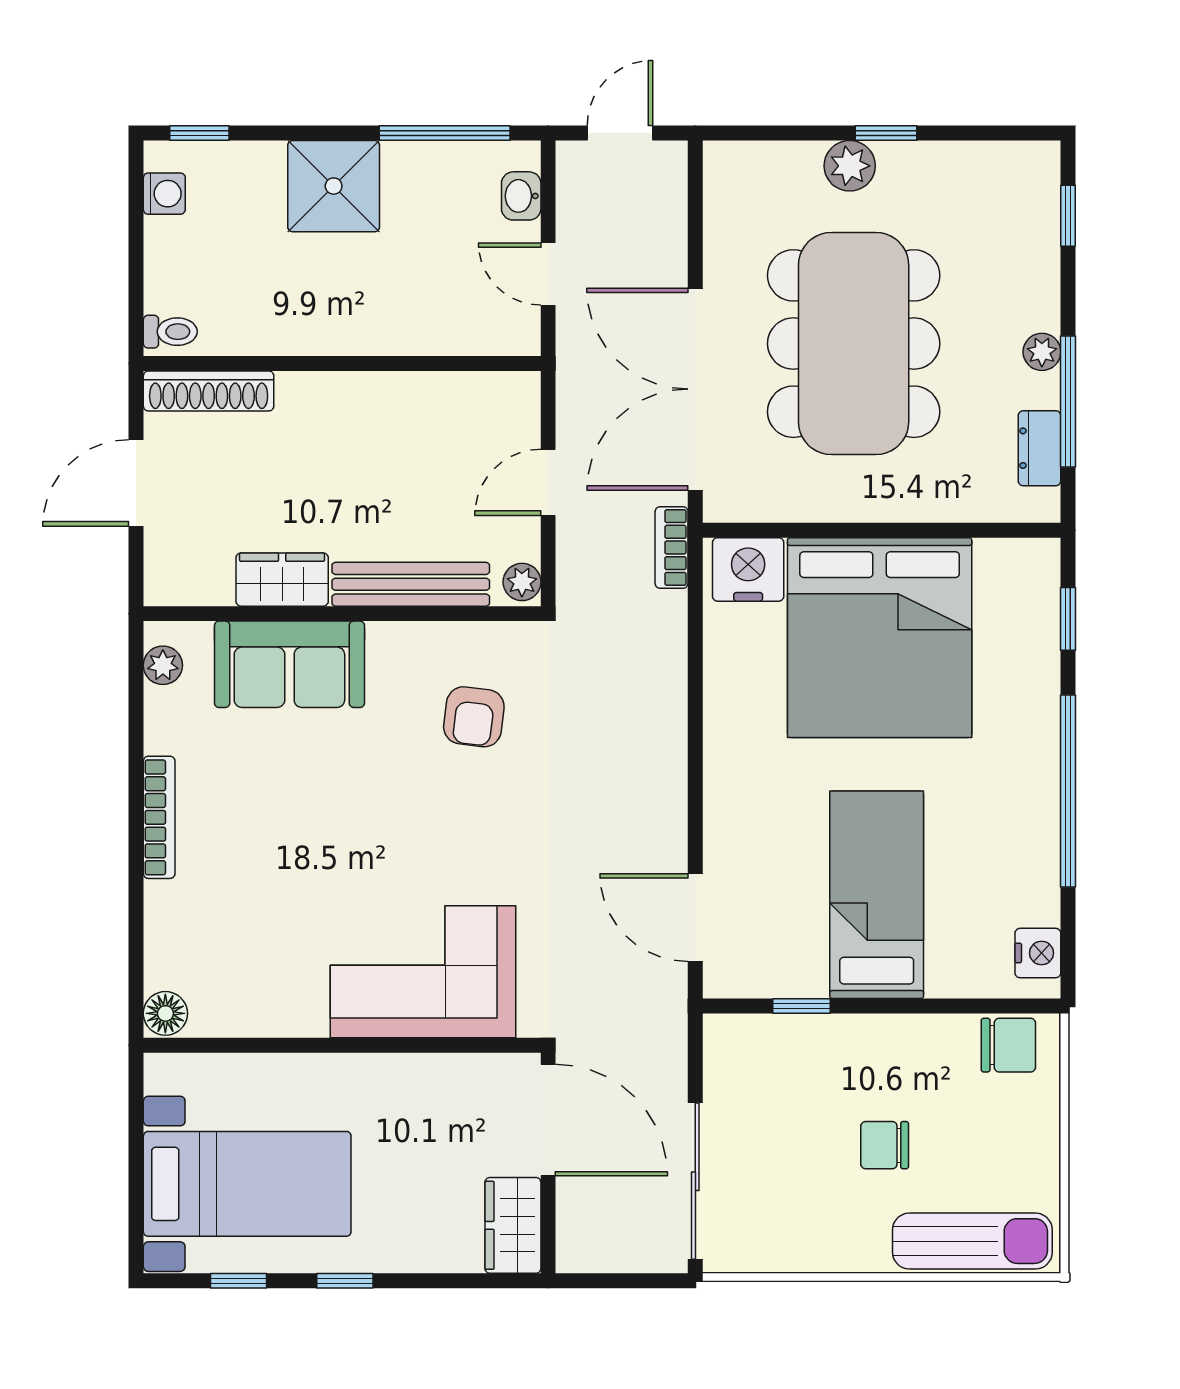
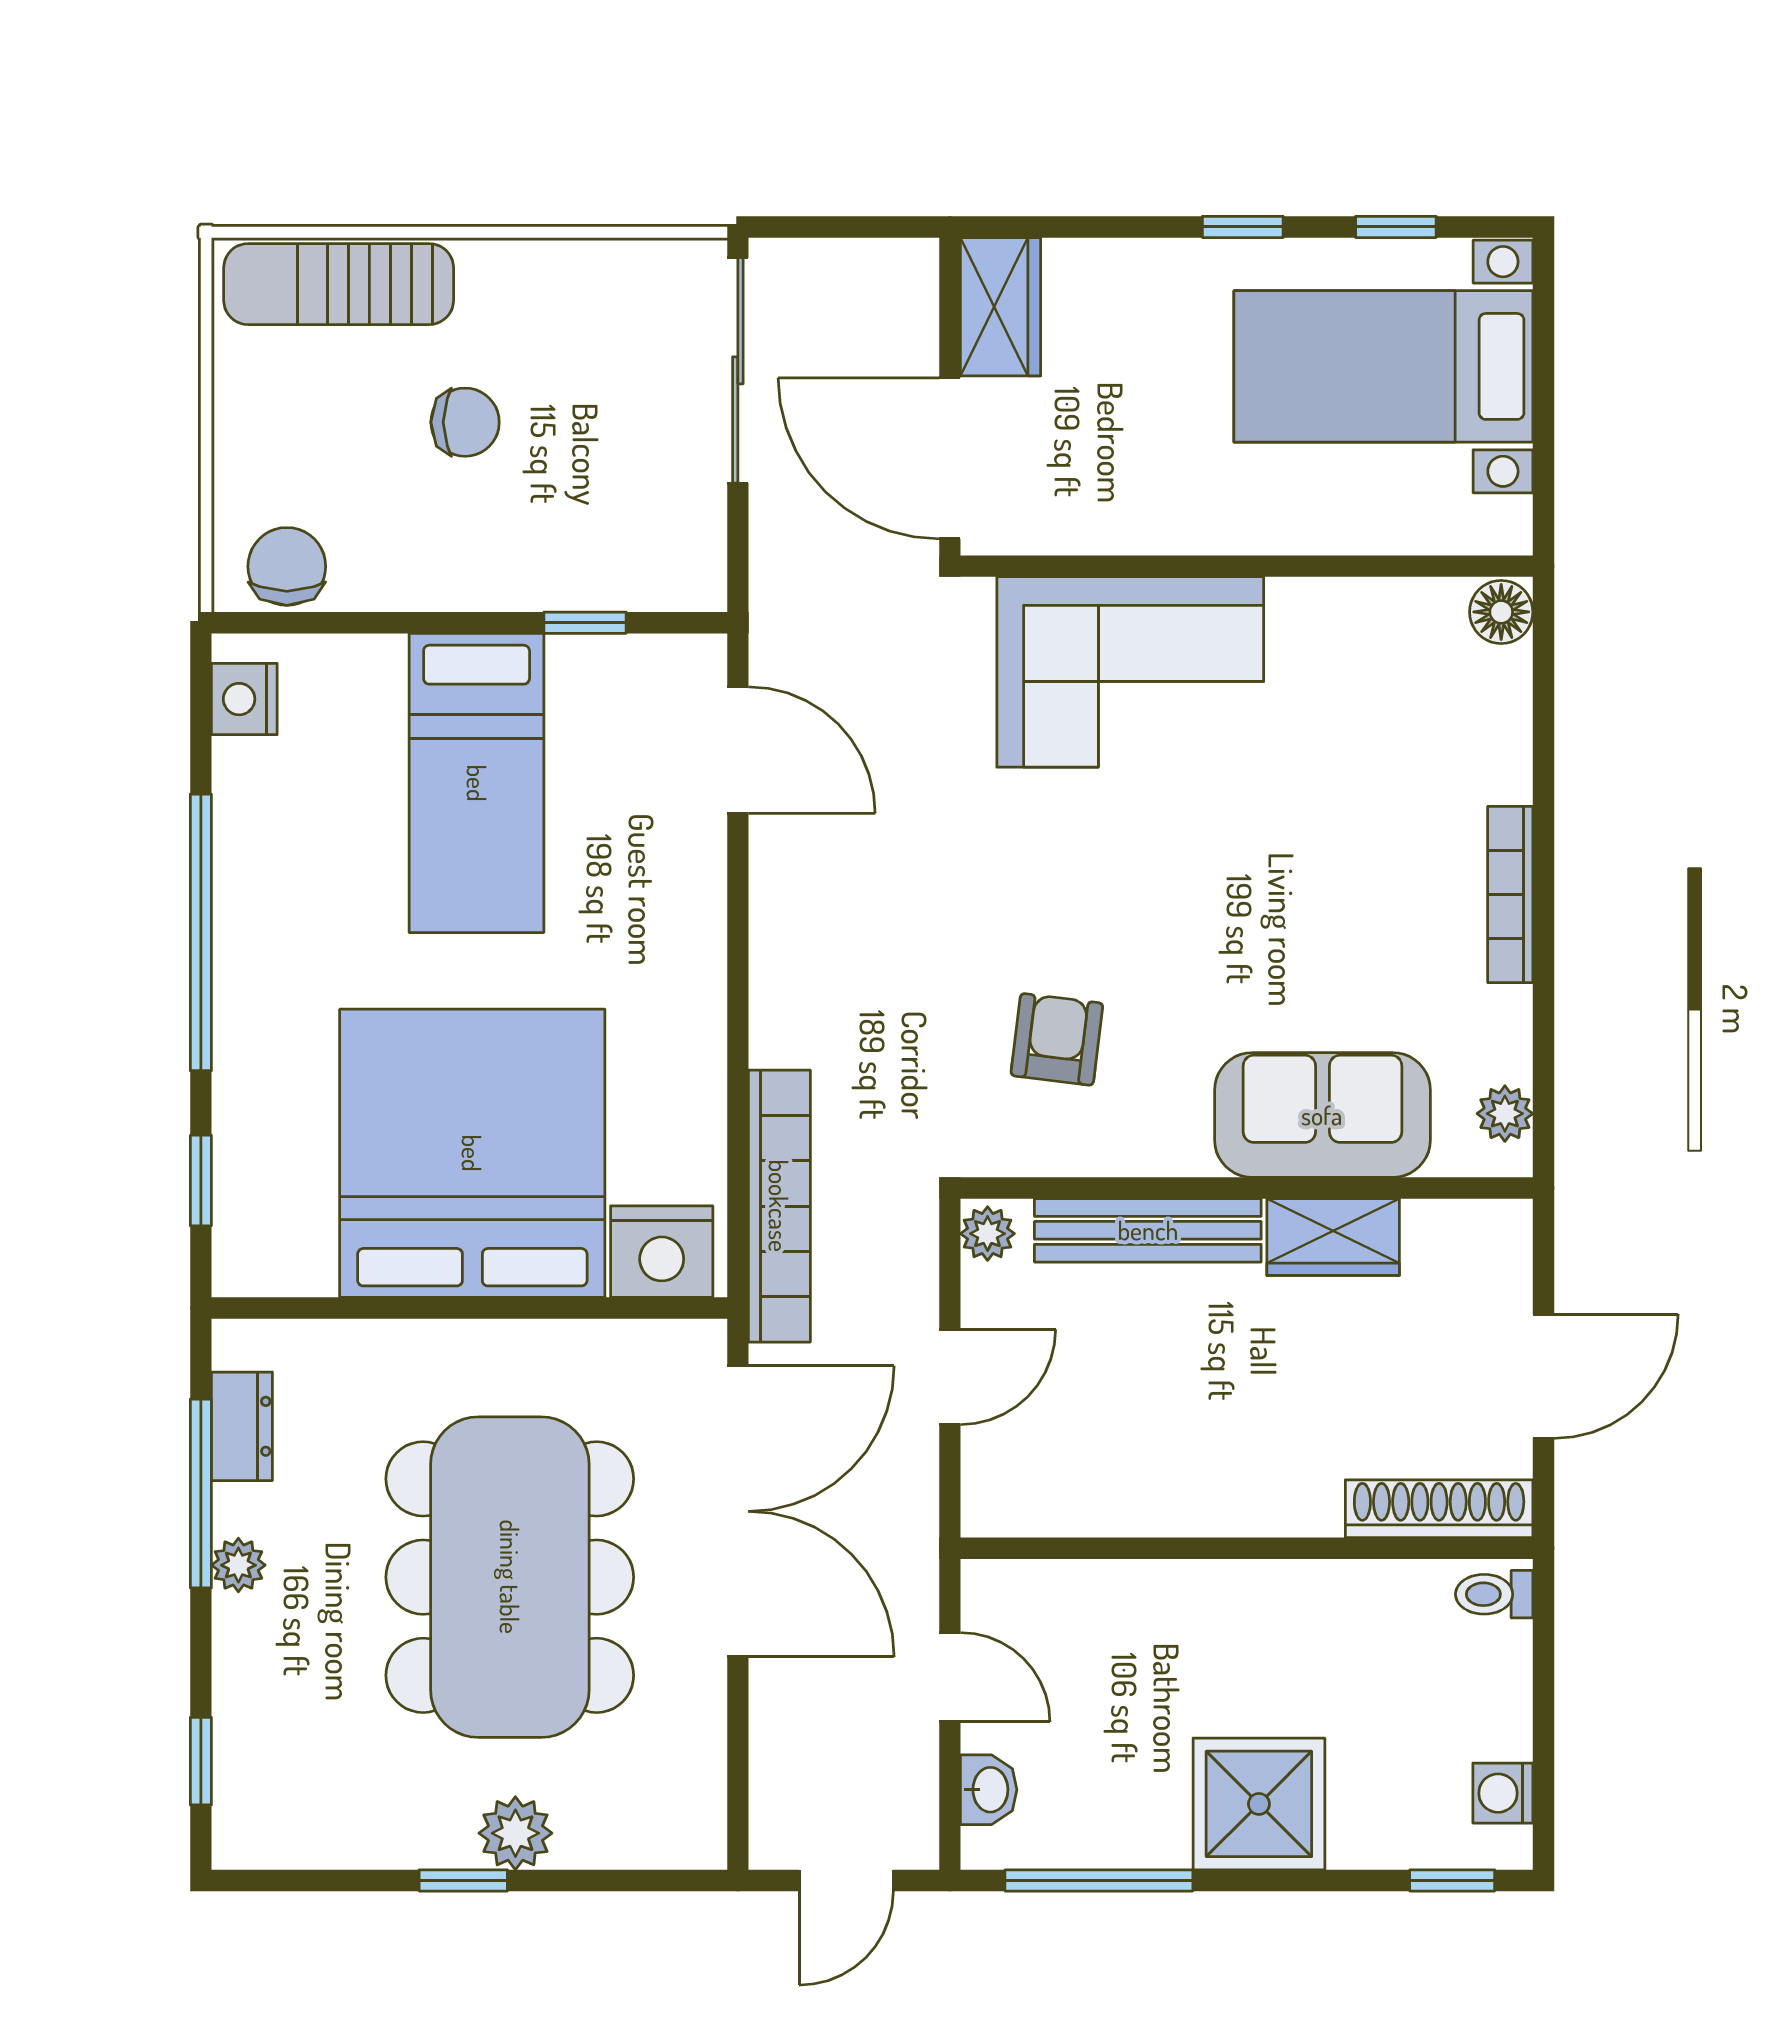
bookcase: (672, 547) -> (779, 1206), width x2.31, depth x1.31
chair: (1008, 1045) -> (287, 566), turned 90

